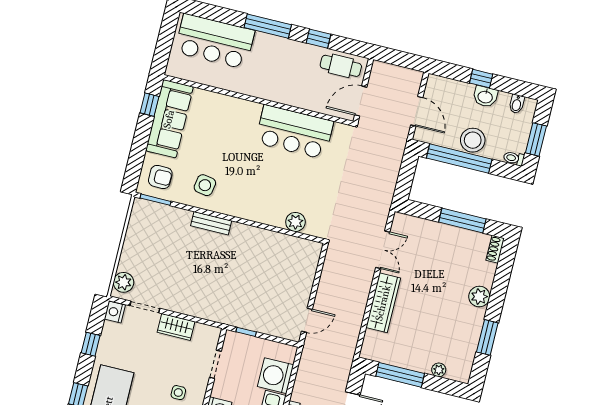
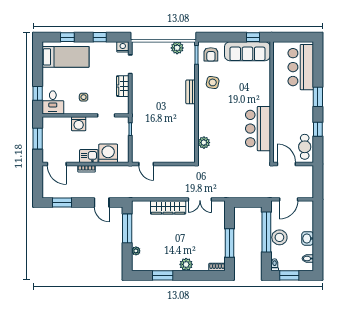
window: (268, 26) -> (318, 97), width x0.69
window: (481, 79) -> (318, 233), removed
plant: (124, 282) -> (177, 48), moved

